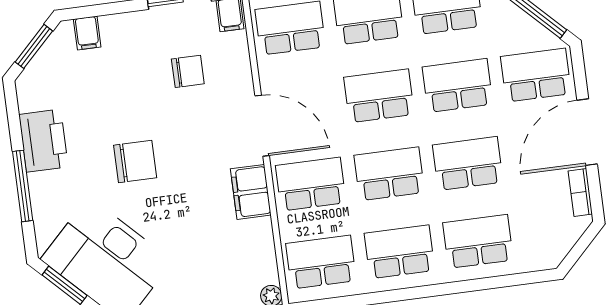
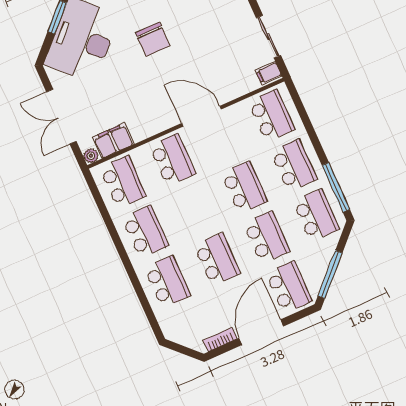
chair: (188, 71) -> (223, 56), removed
door: (262, 126) -> (201, 116), swing flipped
door: (587, 132) -> (261, 332), hinge flipped
school desk: (389, 174) -> (195, 210), removed
filing cabinet: (251, 192) -> (113, 141), moved

